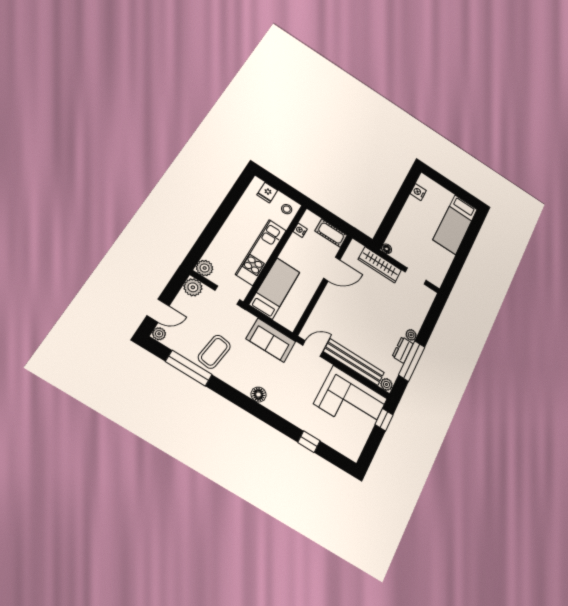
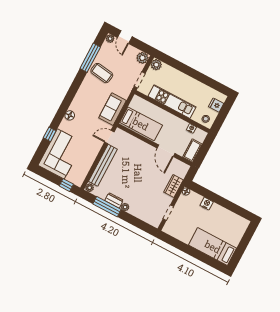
nightstand: (418, 192) -> (207, 204), moved
wardrobe: (380, 265) -> (173, 186), width x0.67
bed: (275, 288) -> (141, 124), moved
door: (313, 349) -> (109, 137), swing flipped
floor lamp: (259, 394) -> (70, 115), moved
corner sofa: (351, 401) -> (61, 154), moved, turned 180

